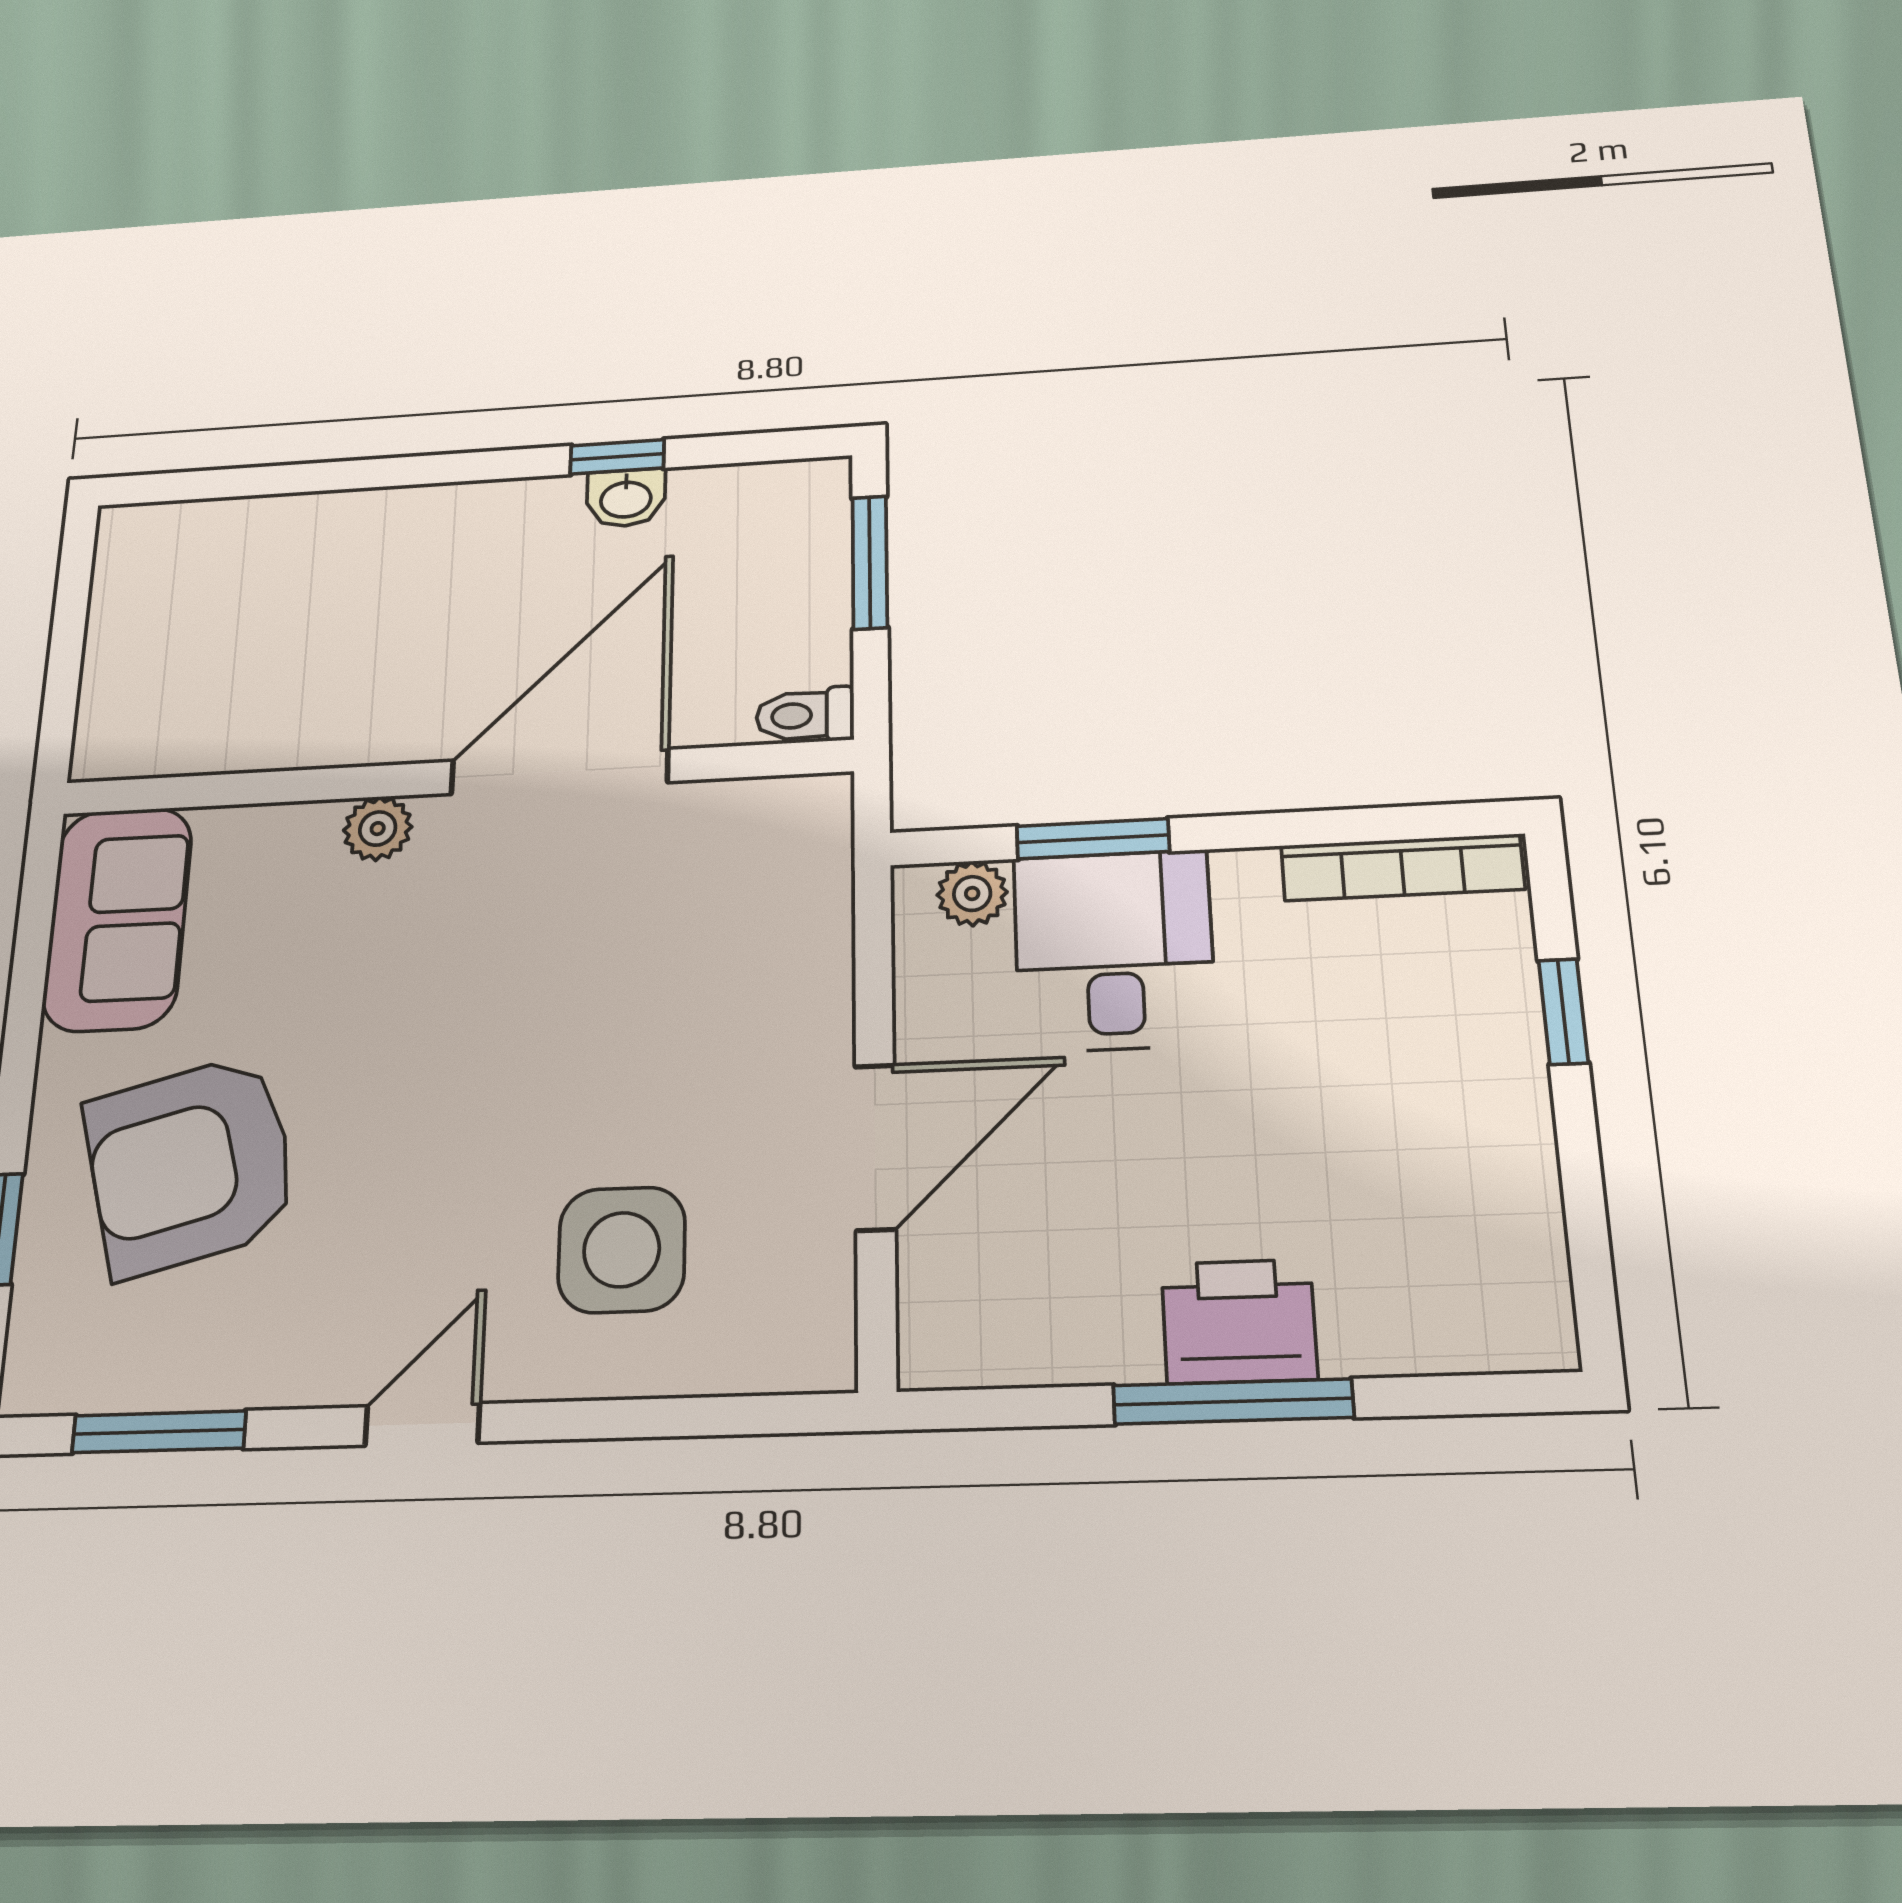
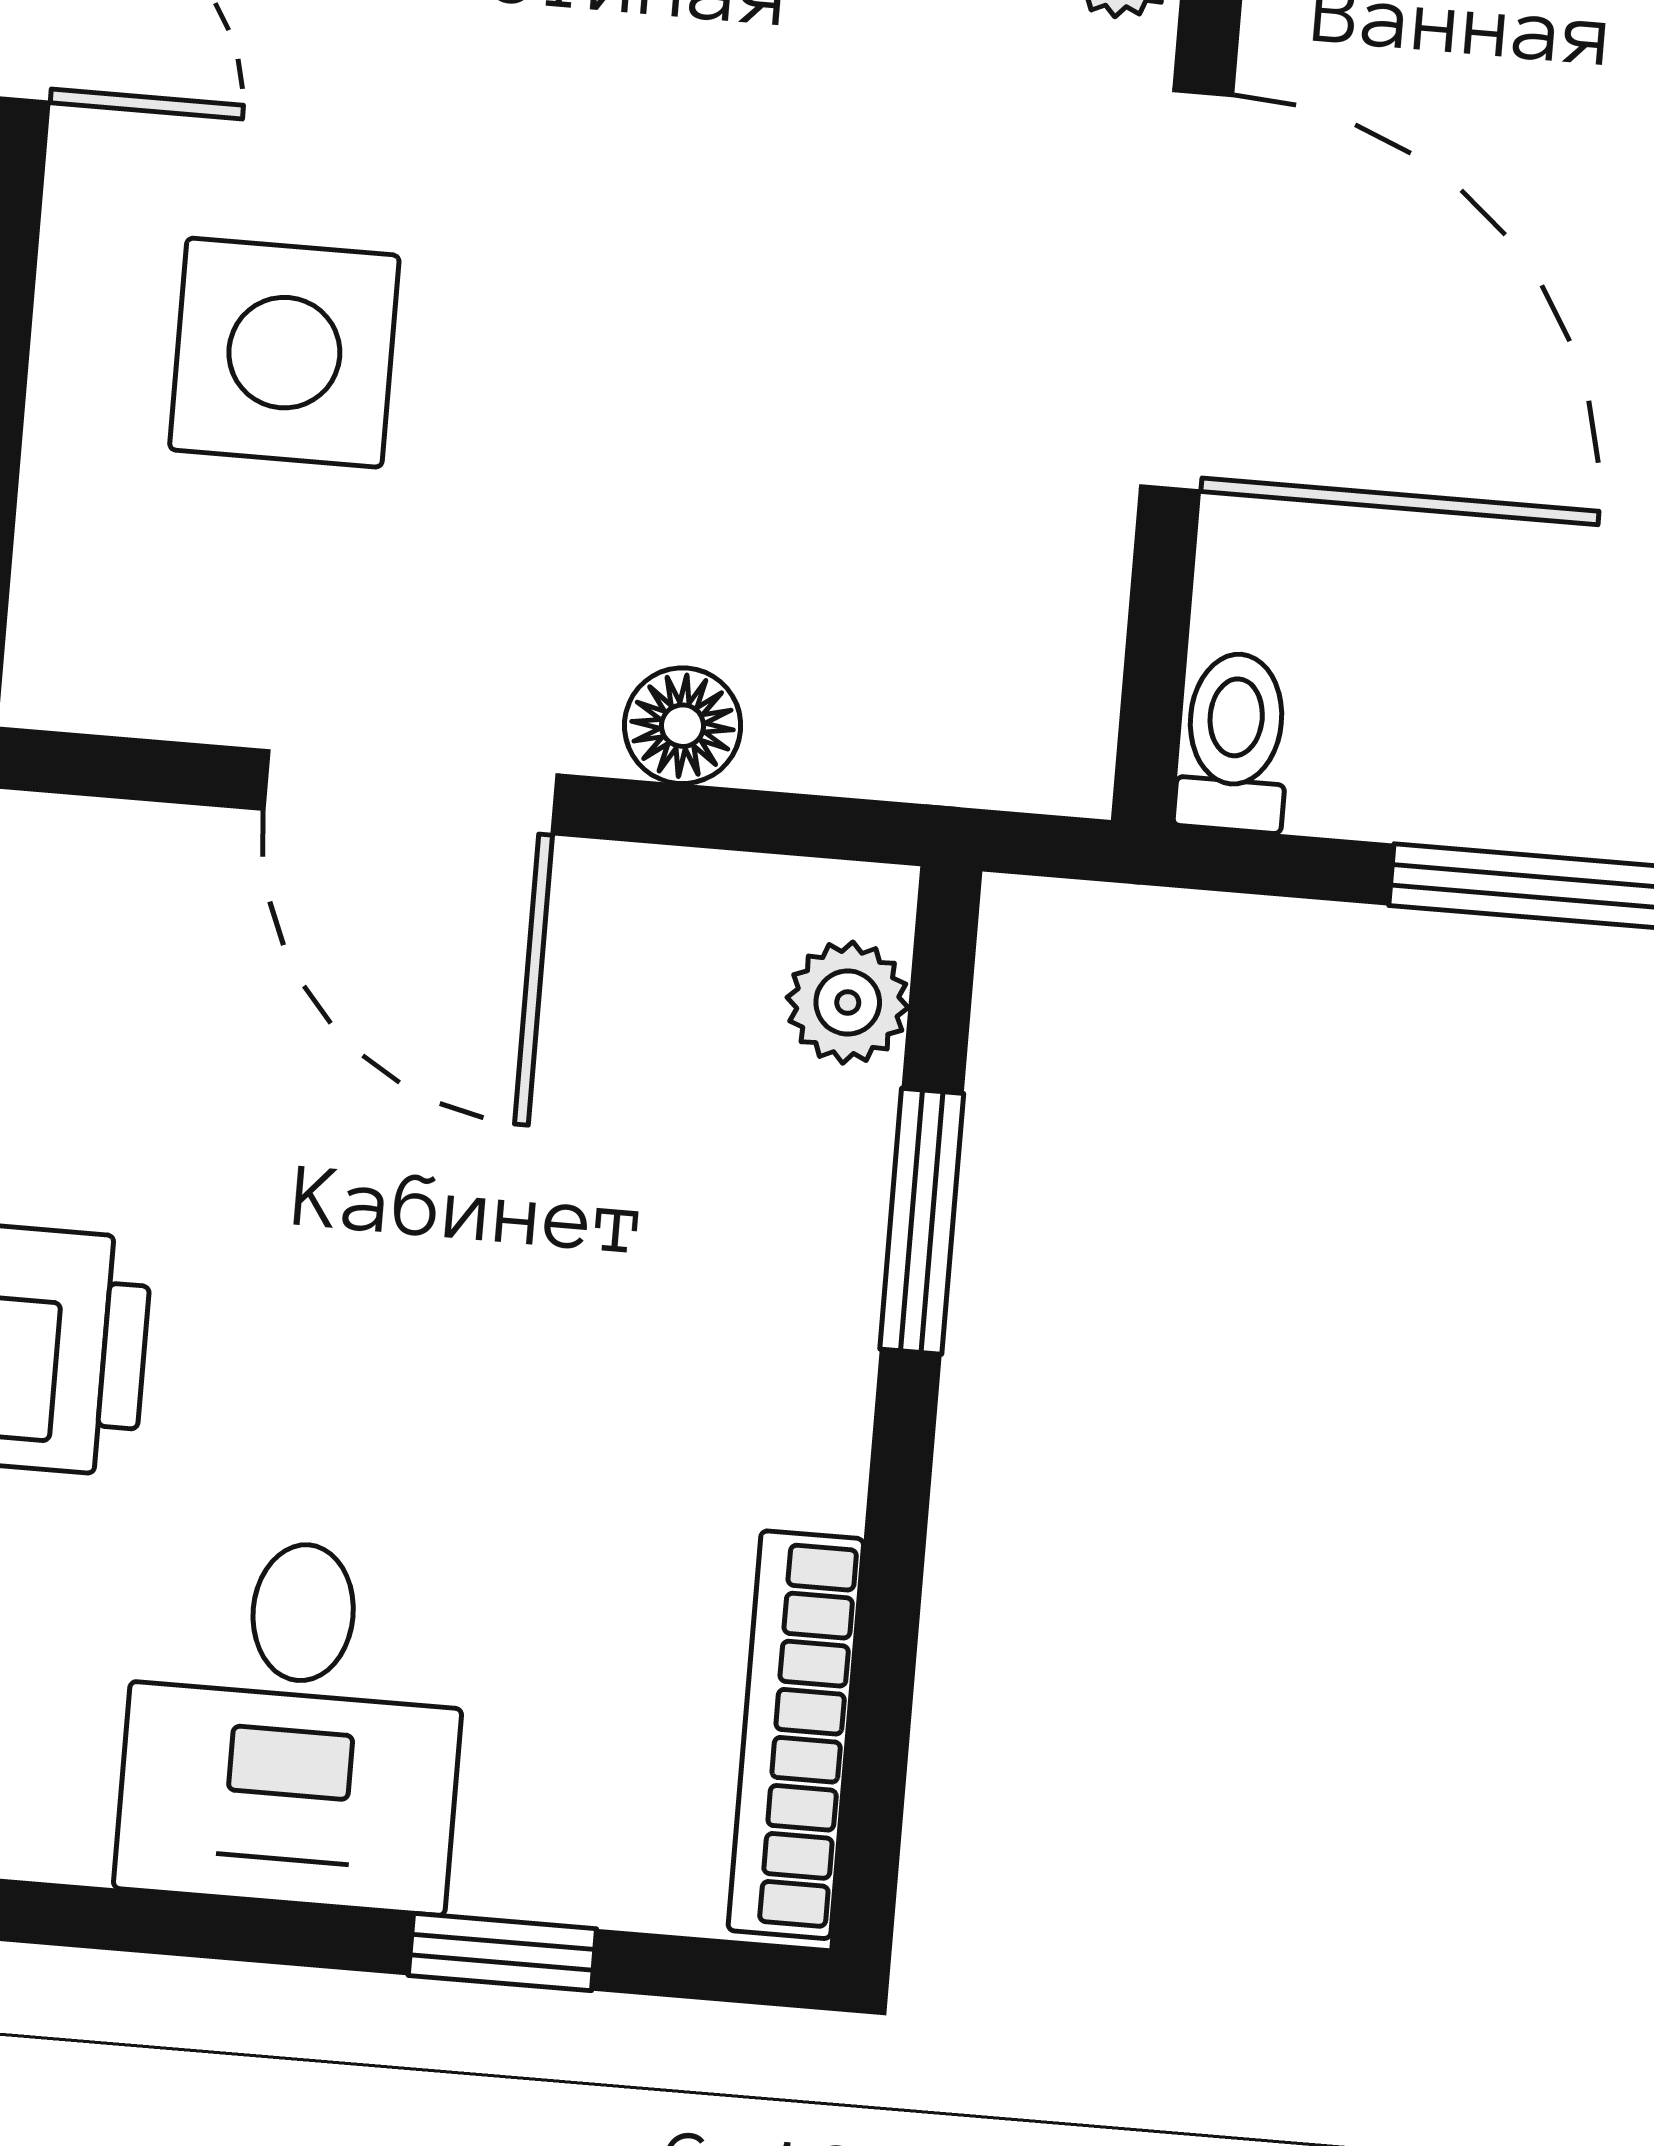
desk: (1114, 950) -> (294, 1723), moved, turned 90
floor lamp: (822, 1002) -> (683, 726), added

